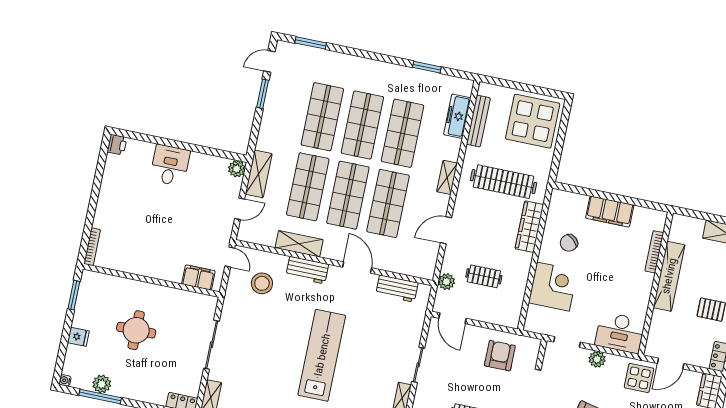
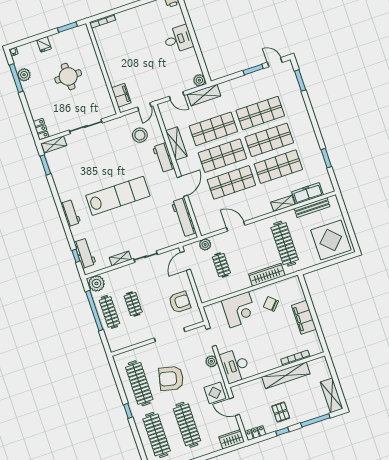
shelving: (447, 177) -> (283, 203), moved
workbench: (397, 289) -> (184, 217), width x1.37

